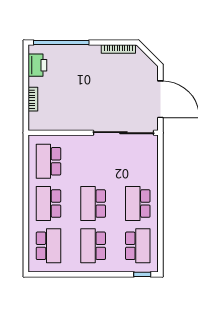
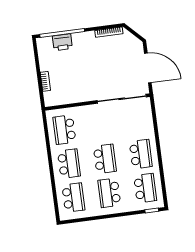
printer: (37, 65) -> (62, 42), moved, turned 90
school desk: (48, 204) -> (69, 164), turned 180
school desk: (93, 204) -> (105, 159), turned 180
school desk: (138, 204) -> (141, 154), turned 180

